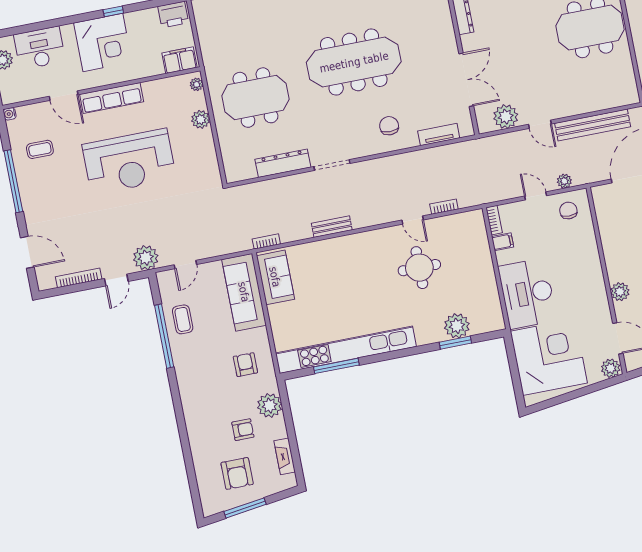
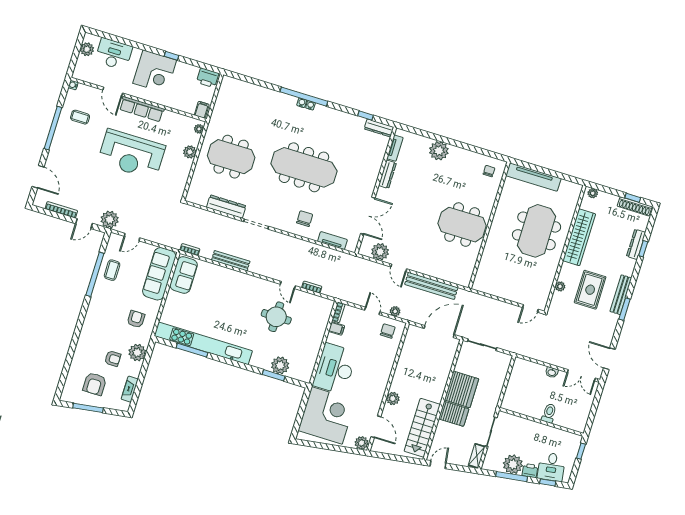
filing cabinet: (179, 60) -> (202, 110), width x0.50
bench: (332, 227) -> (231, 261), width x1.36

